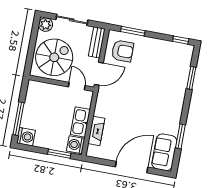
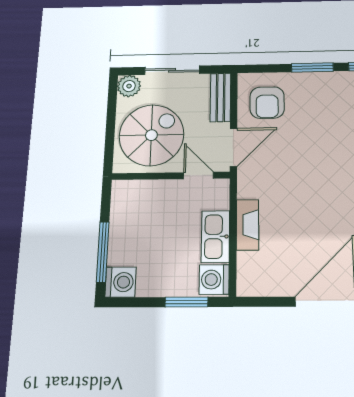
window: (133, 31) -> (312, 68), moved
armchair: (123, 51) -> (267, 103), turned 90
fireplace: (96, 131) -> (248, 225), moved

